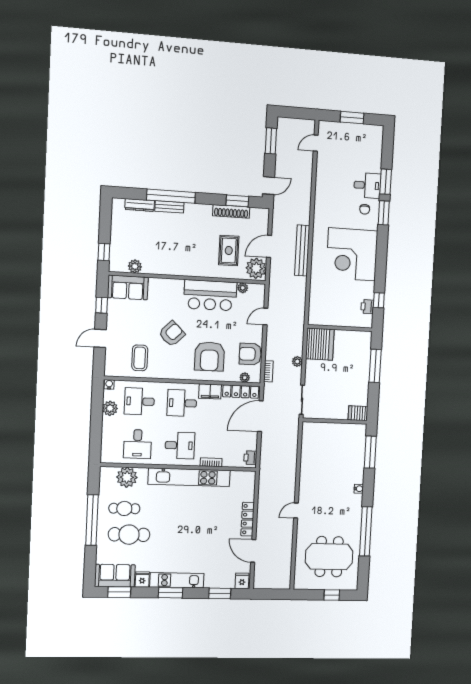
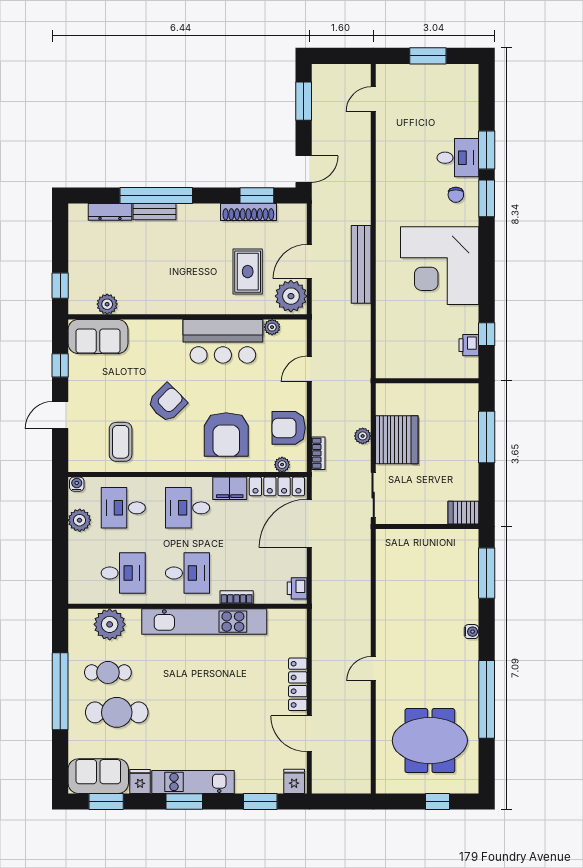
server rack: (320, 344) -> (397, 440), moved
desk: (137, 444) -> (123, 573), turned -90

